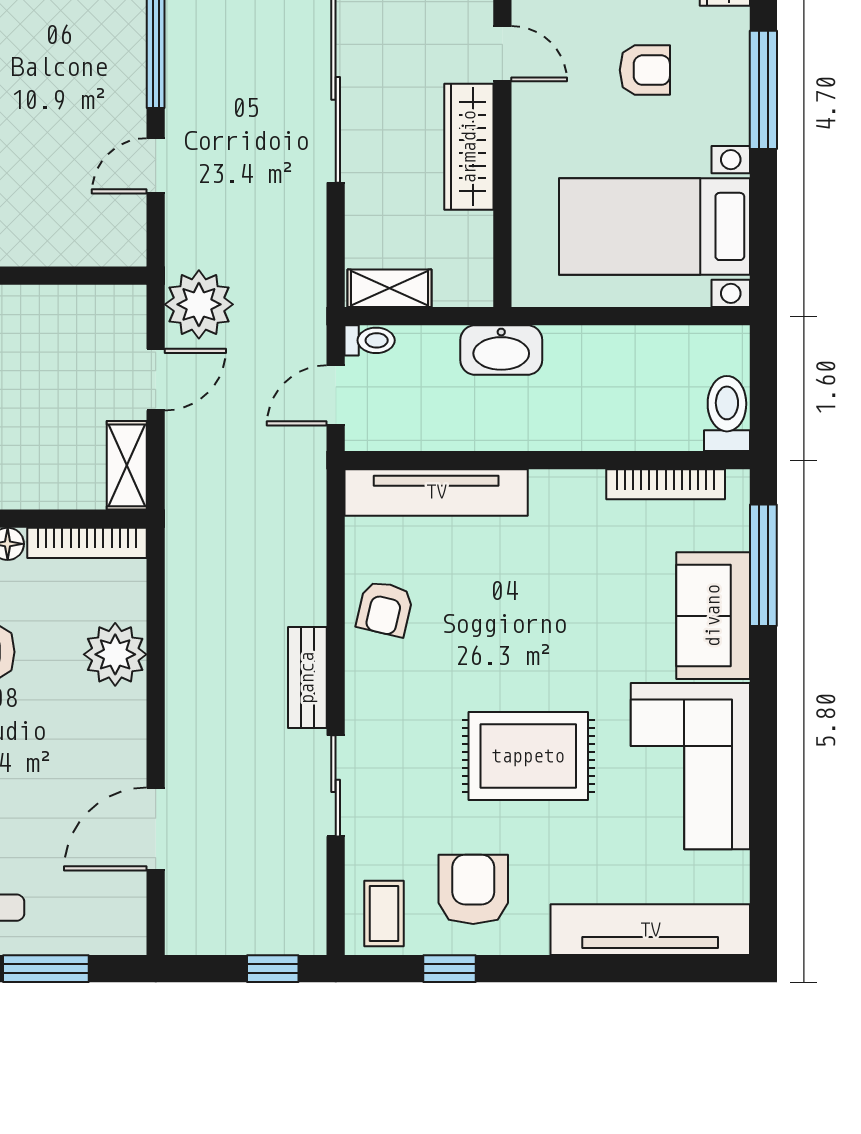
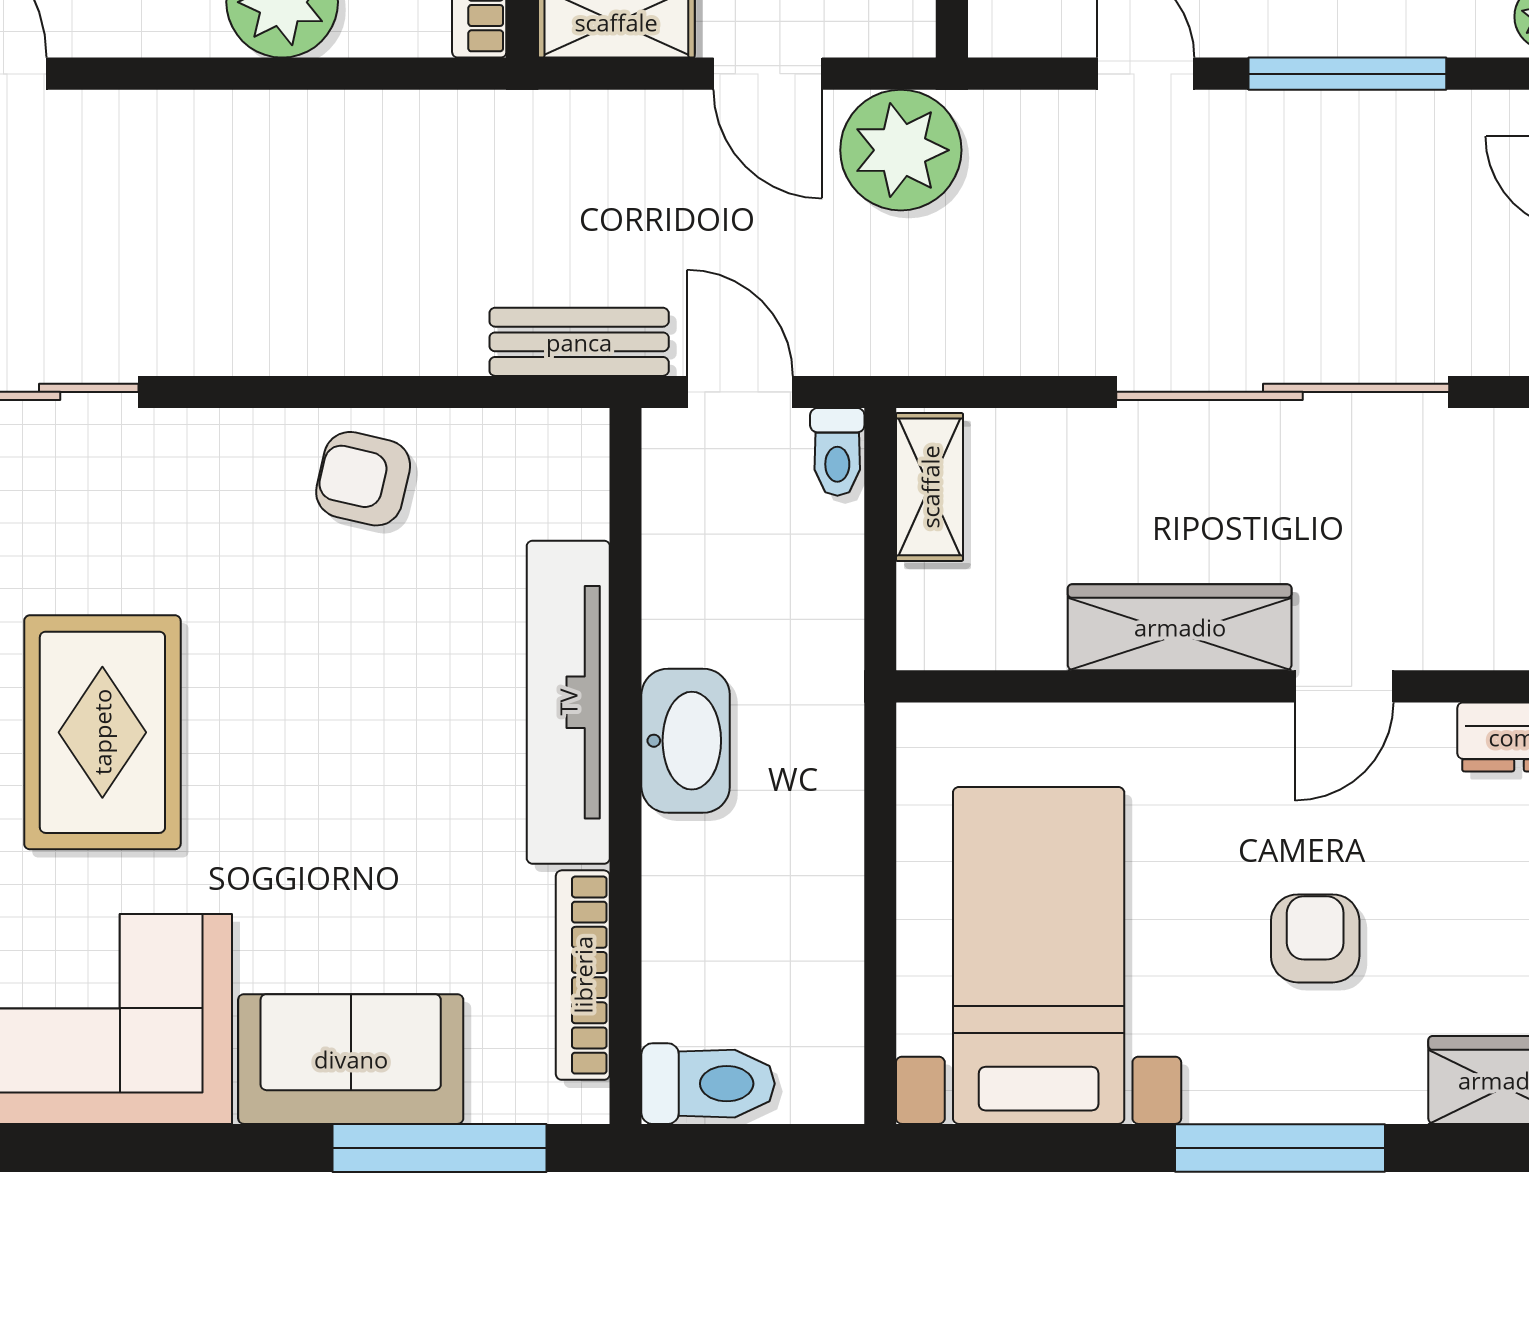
armchair: (645, 70) -> (1315, 938), turned 180
washbasin: (501, 350) -> (686, 741), moved, turned 180
tv unit: (436, 492) -> (568, 702), moved
bench: (307, 678) -> (579, 342), moved

